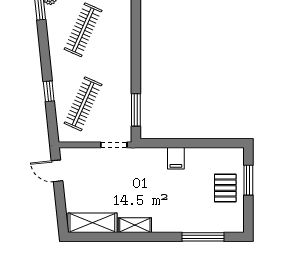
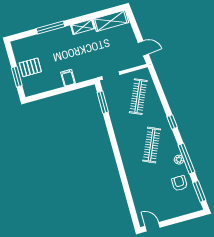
window: (49, 91) -> (172, 122), moved
pallet: (225, 188) -> (30, 67), turned 90
window: (203, 237) -> (50, 28), moved

